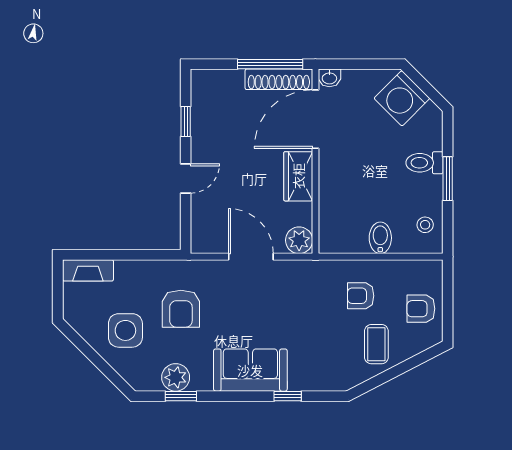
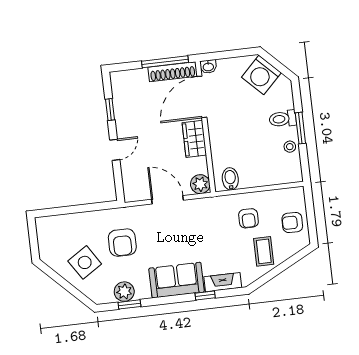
stool: (425, 225) -> (290, 147), moved
bidet: (380, 238) -> (230, 179), moved
fireplace: (88, 270) -> (223, 282), moved, turned 180
armchair: (361, 296) -> (248, 218), turned -90
side table: (125, 330) -> (85, 262), turned -33

